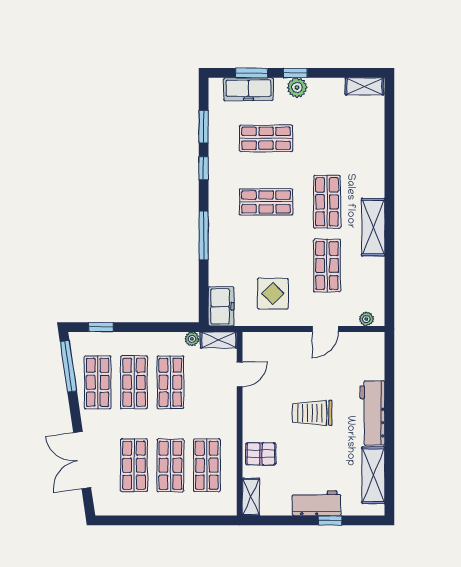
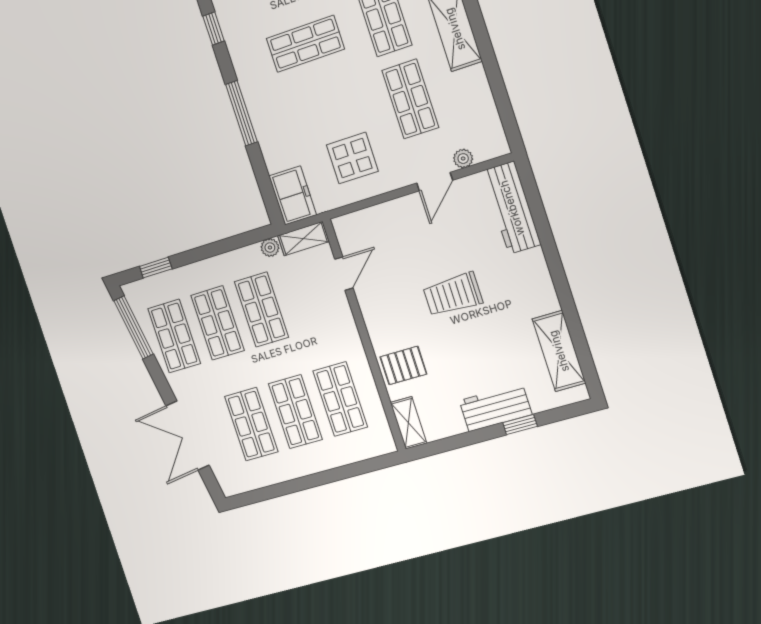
plant: (366, 319) -> (463, 159), moved
workbench: (373, 413) -> (512, 208), moved

